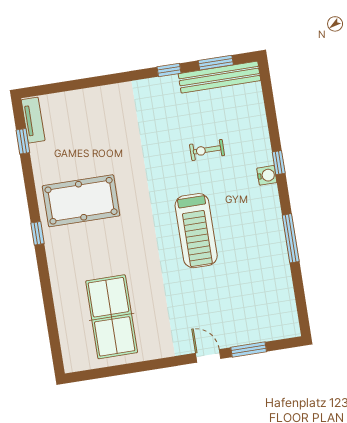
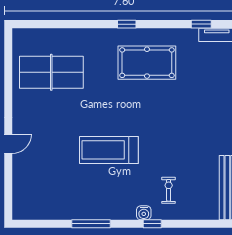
exercise bike: (207, 150) -> (169, 190), moved
pool table: (81, 201) -> (147, 63), turned 90
window: (249, 349) -> (8, 177), removed

